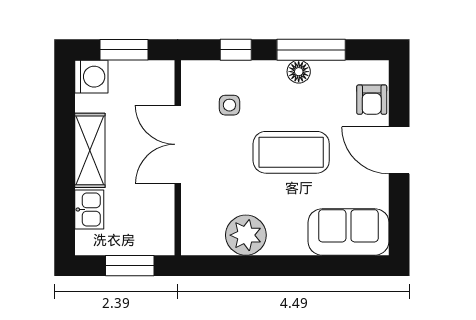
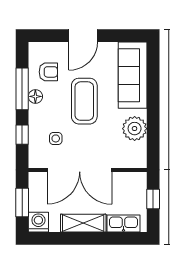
armchair: (372, 100) -> (48, 72), moved
double door: (178, 144) -> (80, 170), width x1.36
kitchen sink: (89, 210) -> (124, 224), width x1.38
sofa: (348, 232) -> (133, 75), width x1.36
window: (130, 266) -> (153, 199), width x0.67

